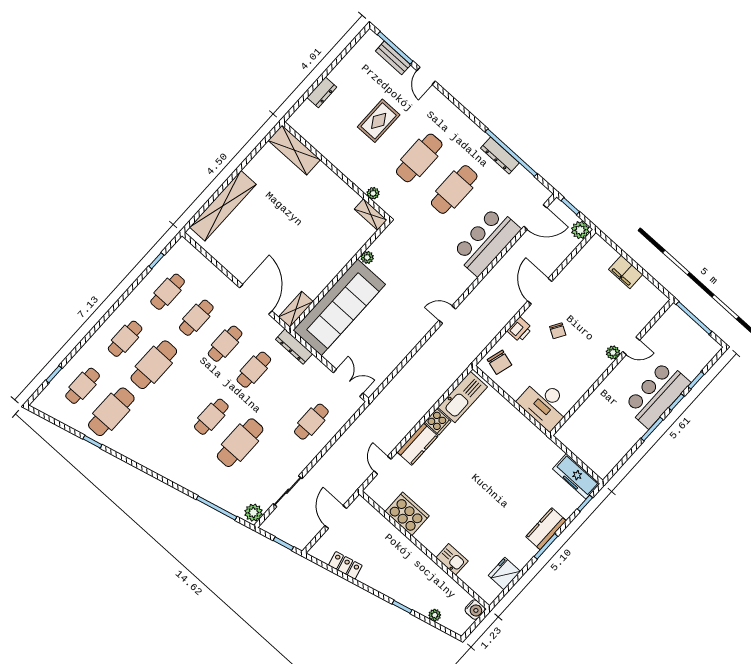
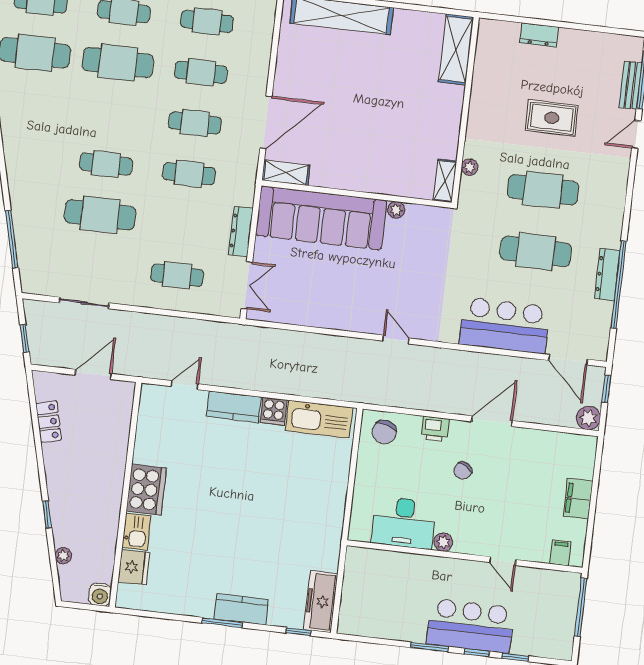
filing cabinet: (651, 307) -> (560, 553), added
dresser: (294, 347) -> (241, 231), moved
plant: (613, 353) -> (443, 542), moved
desk: (545, 404) -> (404, 523), moved, turned -90
plant: (253, 513) -> (35, 283), removed
cooker: (407, 514) -> (146, 490), moved
fridge: (504, 573) -> (134, 567), moved, turned 90

